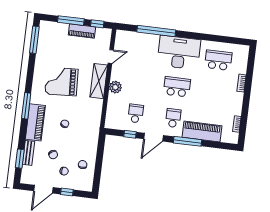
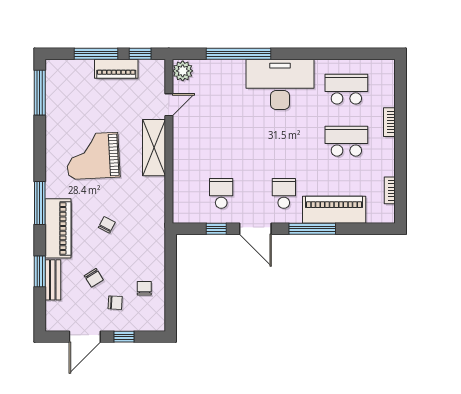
plant: (115, 87) -> (183, 71), moved
school desk: (177, 87) -> (346, 141), moved
door: (154, 137) -> (255, 229), hinge flipped
window: (20, 159) -> (40, 271), moved

